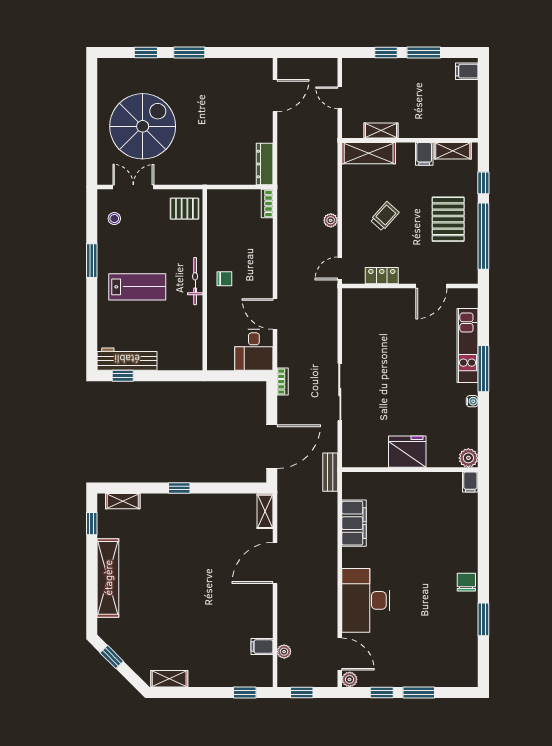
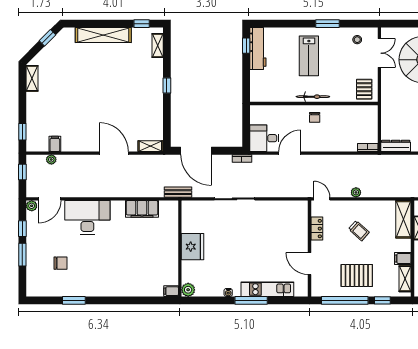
chair: (466, 582) -> (60, 263), moved

